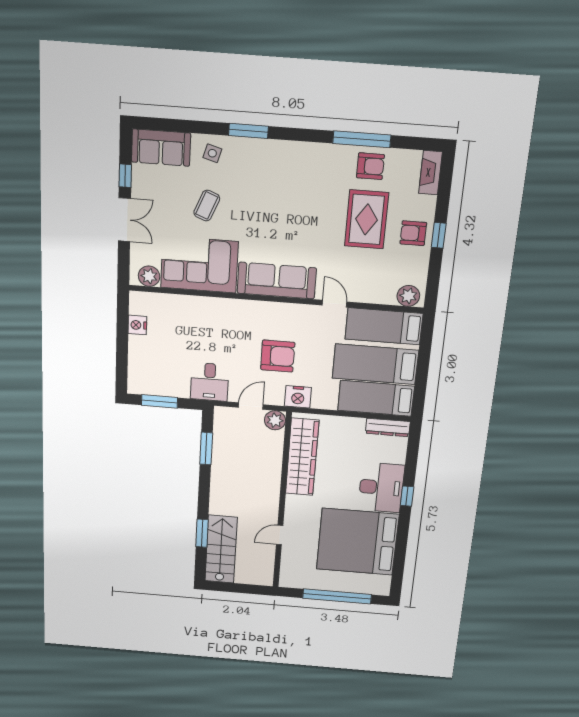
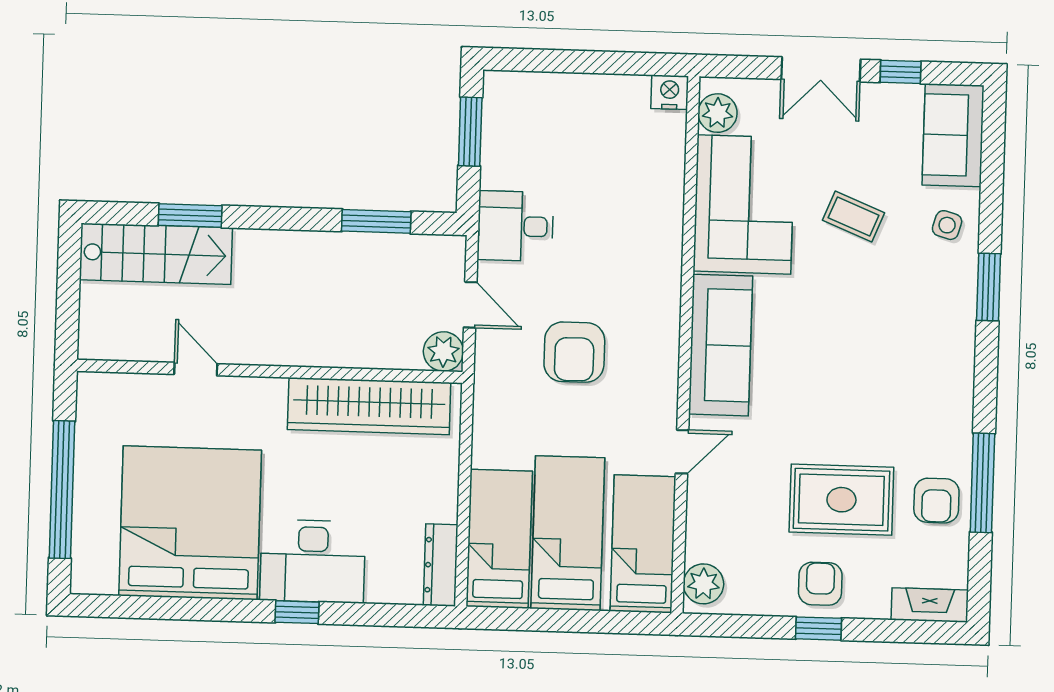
nightstand: (137, 325) -> (670, 92), moved
nightstand: (298, 397) -> (494, 393), removed

